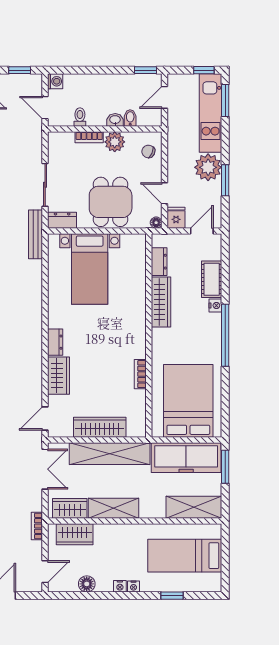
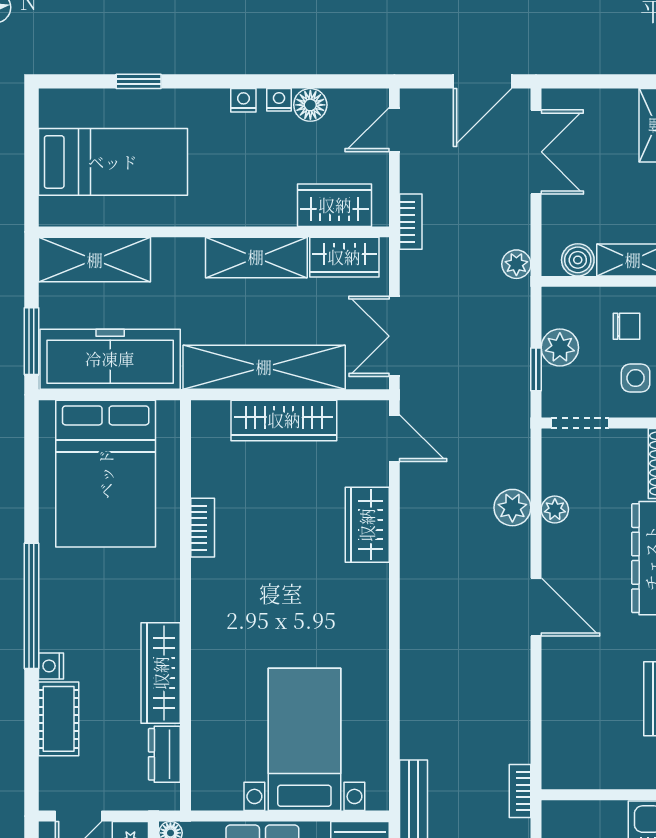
dresser: (55, 342) -> (374, 592), removed
door: (45, 418) -> (394, 438), hinge flipped
nightstand: (133, 586) -> (279, 100), moved

